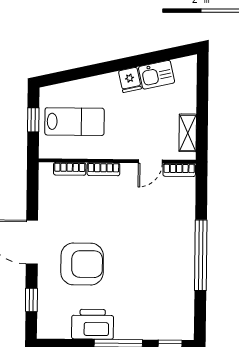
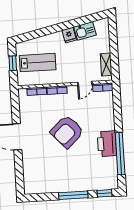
window: (201, 255) -> (120, 154), moved
armchair: (82, 264) -> (67, 132), moved, turned 137
window: (31, 300) -> (19, 172), removed
printer: (93, 324) -> (107, 144), moved, turned -90

